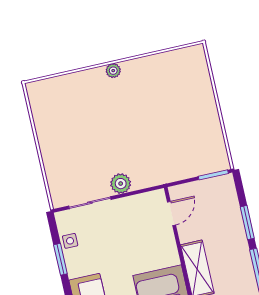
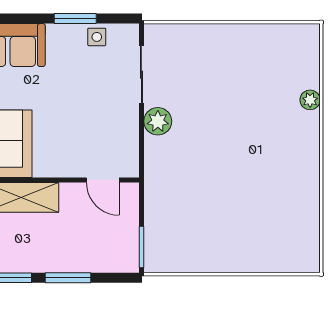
plant: (113, 71) -> (310, 100), moved

